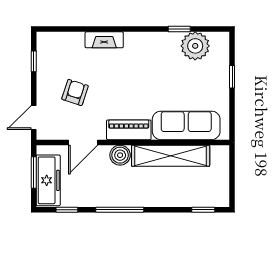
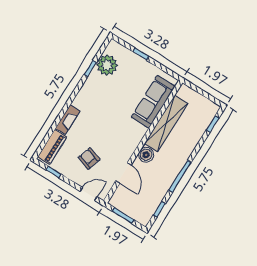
door: (34, 117) -> (89, 194), swing flipped
piano: (129, 130) -> (52, 147), moved, turned 180
freezer: (48, 180) -> (134, 209), removed

